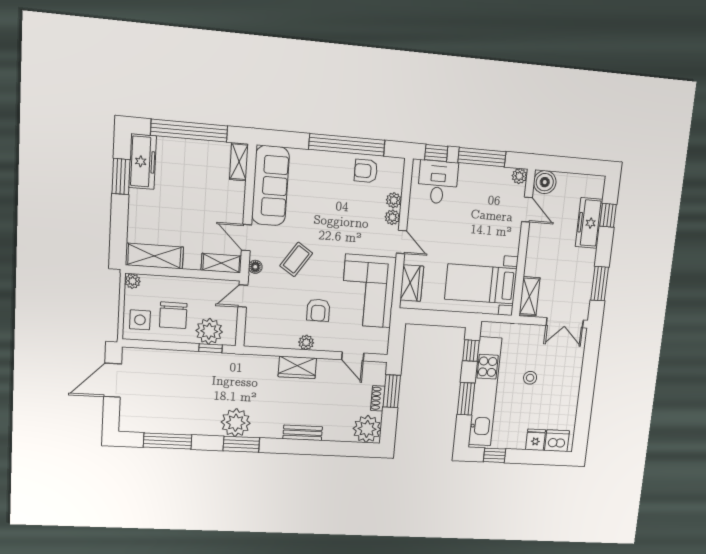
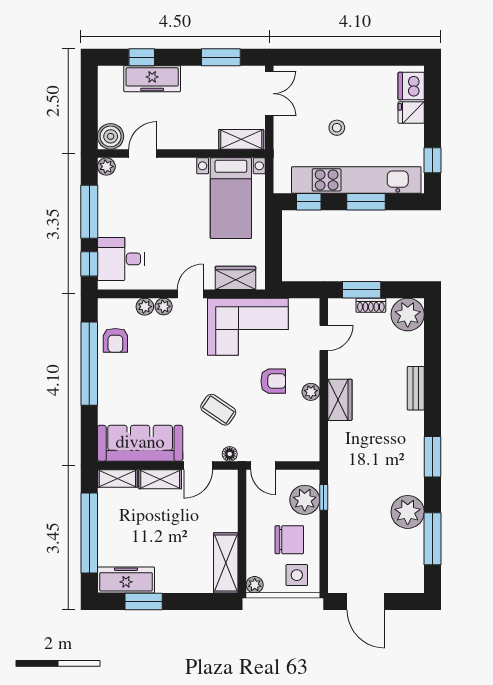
shelving: (221, 263) -> (160, 479), moved, turned 90
plant: (236, 423) -> (408, 512), moved

